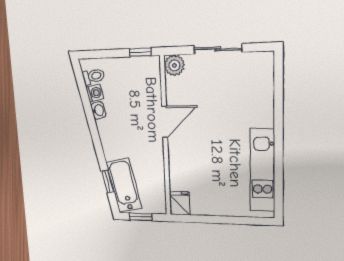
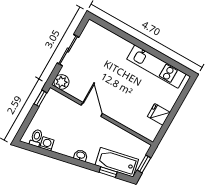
washbasin: (98, 110) -> (81, 155), moved
fridge: (180, 203) -> (159, 114), moved

